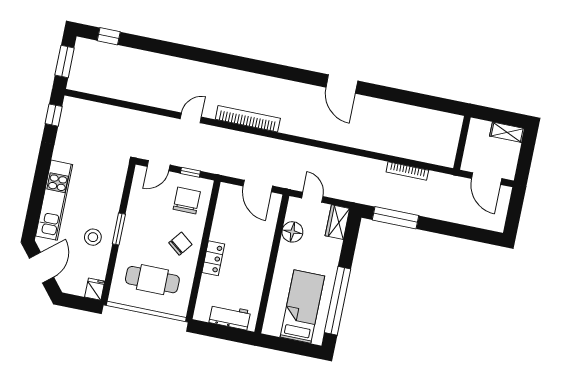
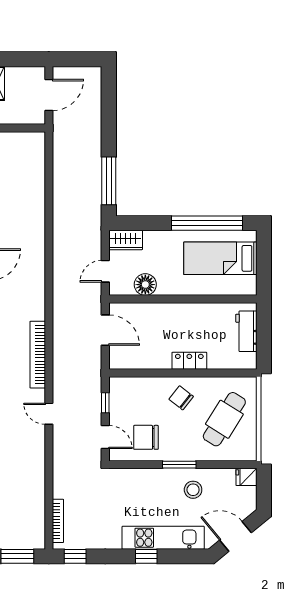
bookcase: (407, 171) -> (58, 521), moved
window: (40, 181) -> (146, 556), added
door: (258, 186) -> (105, 330), hinge flipped
chair: (187, 200) -> (146, 437), moved
cafe table: (152, 280) -> (224, 419), turned 32

